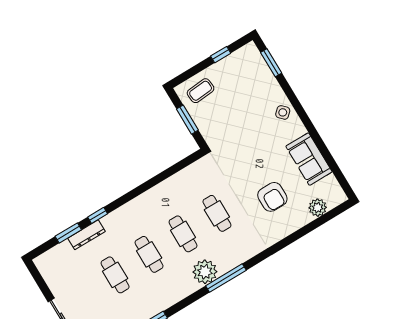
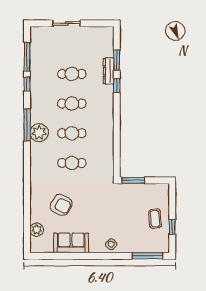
window: (271, 63) -> (147, 256), width x1.44
coffee table: (201, 91) -> (155, 219), moved
window: (187, 120) -> (133, 180), moved
armchair: (272, 197) -> (61, 205), turned -152
window: (226, 278) -> (27, 125), moved

